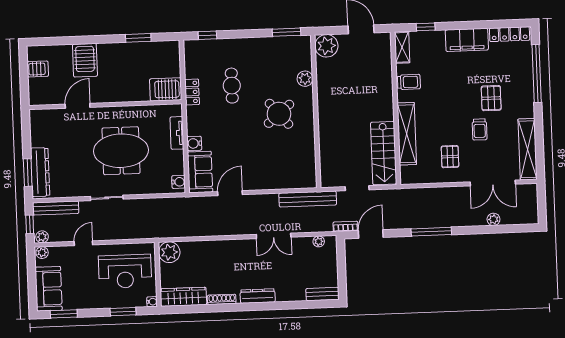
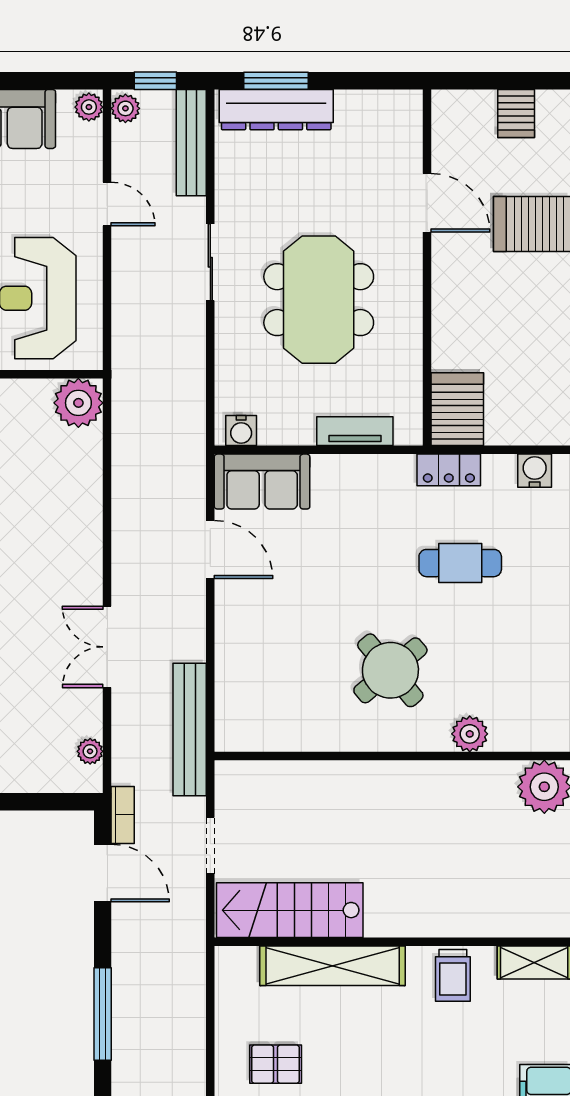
water cooler: (194, 143) -> (535, 471), moved

